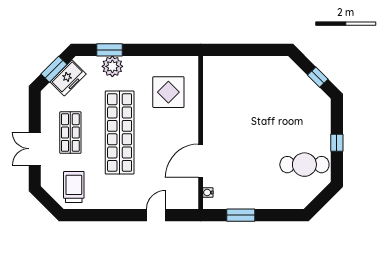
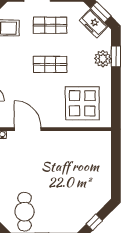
display table: (168, 92) -> (82, 103), width x1.36, depth x1.36
shop shelf: (120, 133) -> (50, 64), width x0.50, depth x0.74

